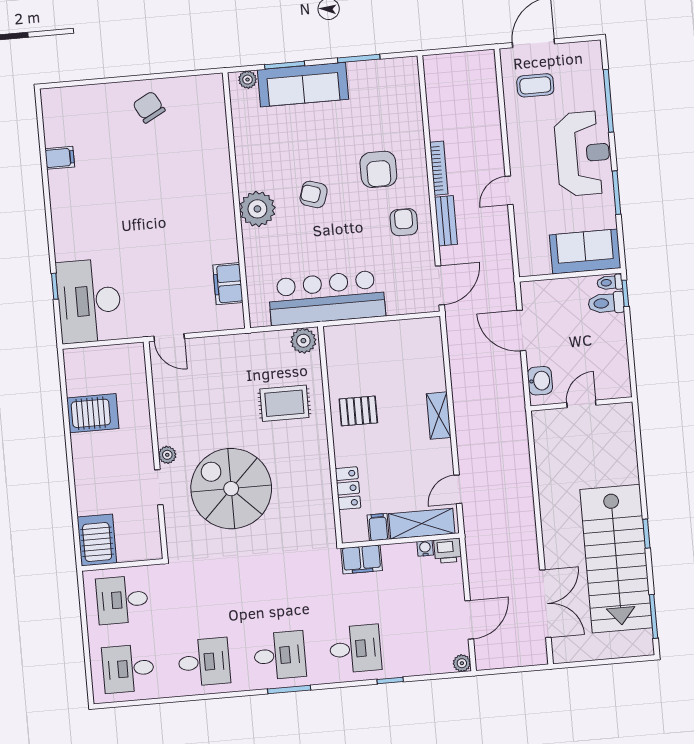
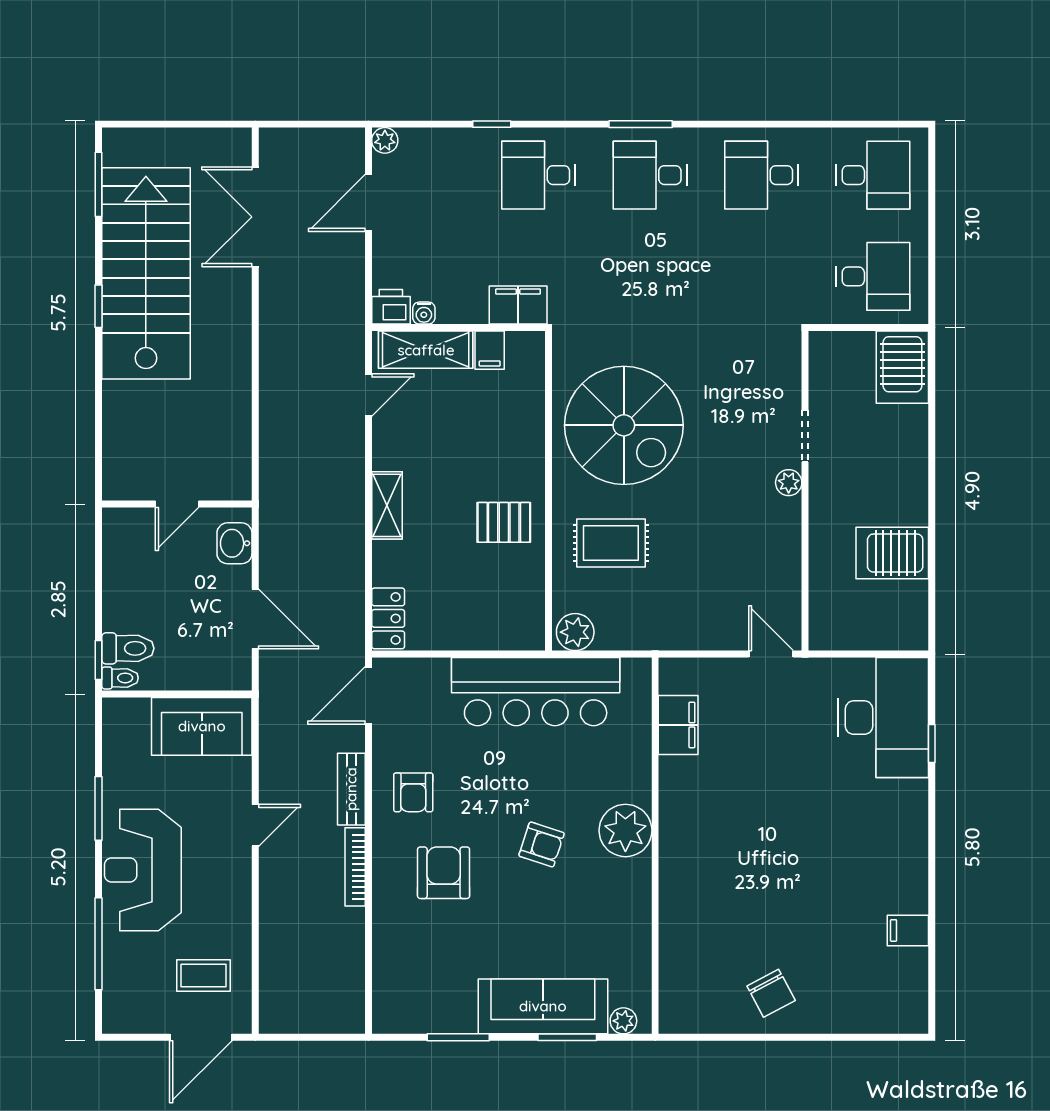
sofa: (585, 252) -> (202, 726), moved
locker: (348, 488) -> (388, 618), moved, turned 180
spiral stairs: (231, 489) -> (624, 425), moved

